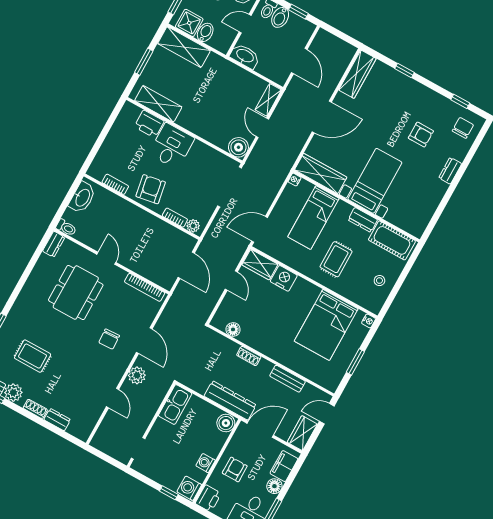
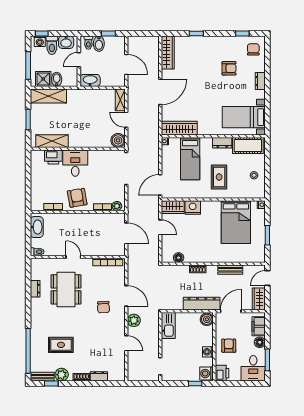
bed with nightstands: (375, 181) -> (244, 117), moved, turned -90
dresser: (54, 244) -> (35, 289), moved

